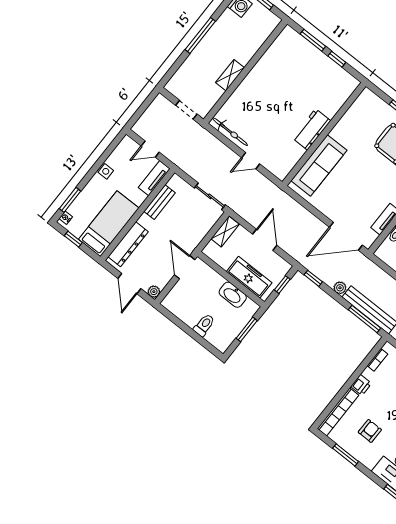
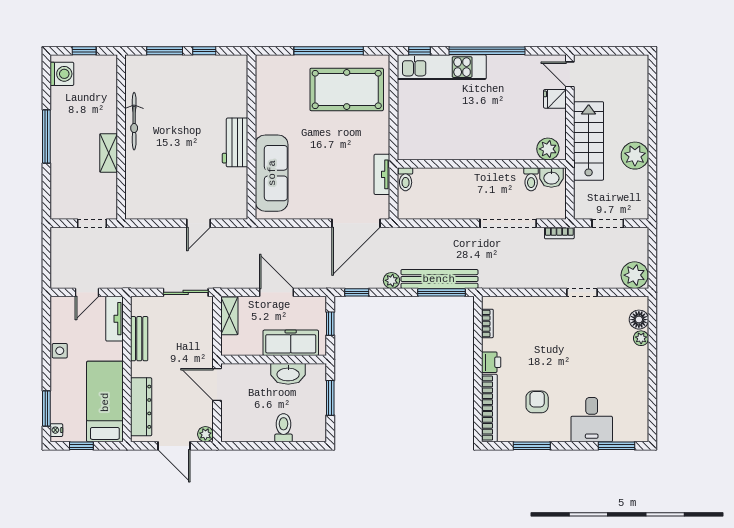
bicycle: (230, 132) -> (134, 121), moved, turned 90

